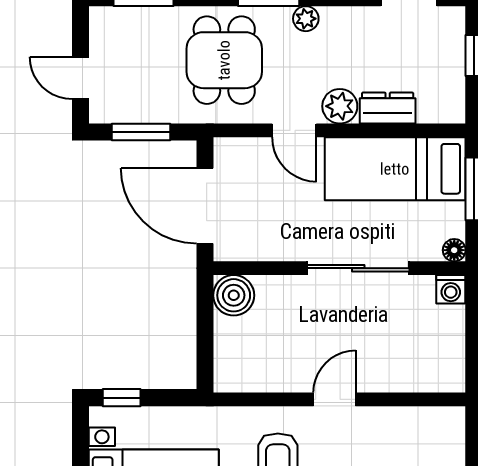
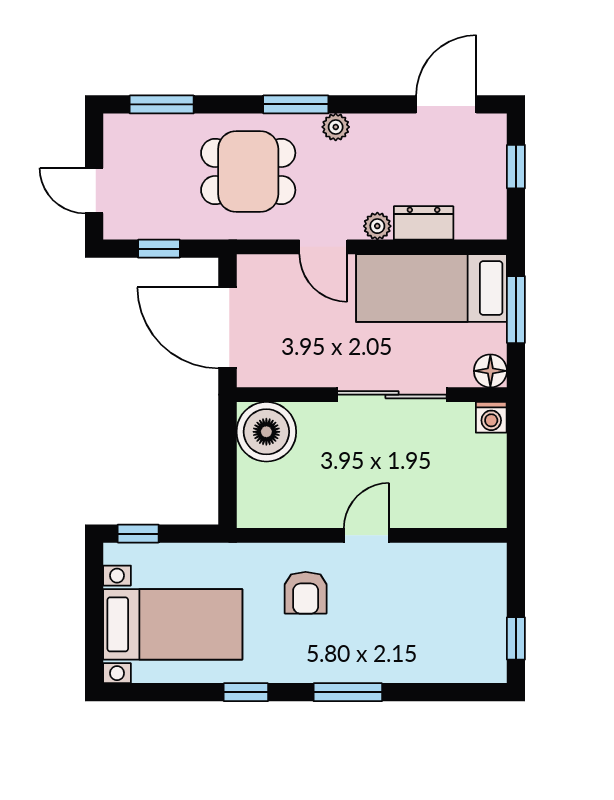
dining table: (224, 60) -> (248, 171), turned 90
plant: (340, 106) -> (377, 226), width x0.73, depth x0.73
window: (141, 132) -> (159, 249), width x0.67
floor lamp: (454, 250) -> (490, 371), width x1.37, depth x1.37
boiler: (234, 295) -> (266, 432), width x1.37, depth x1.37

